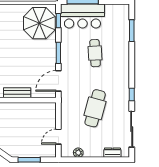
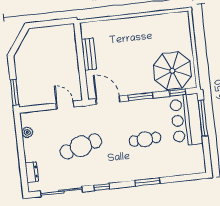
window: (132, 31) -> (147, 182), moved
cafe table: (95, 108) -> (81, 146), turned -30
door: (58, 137) -> (65, 105), moved
window: (29, 160) -> (15, 92), moved

